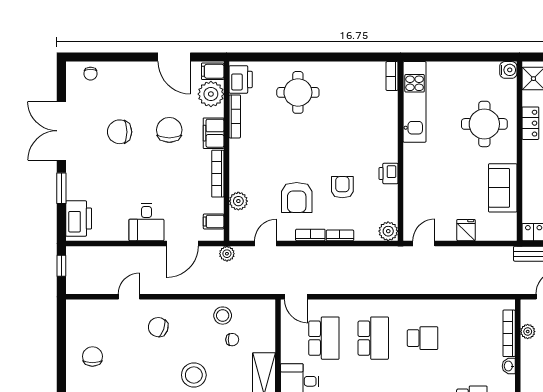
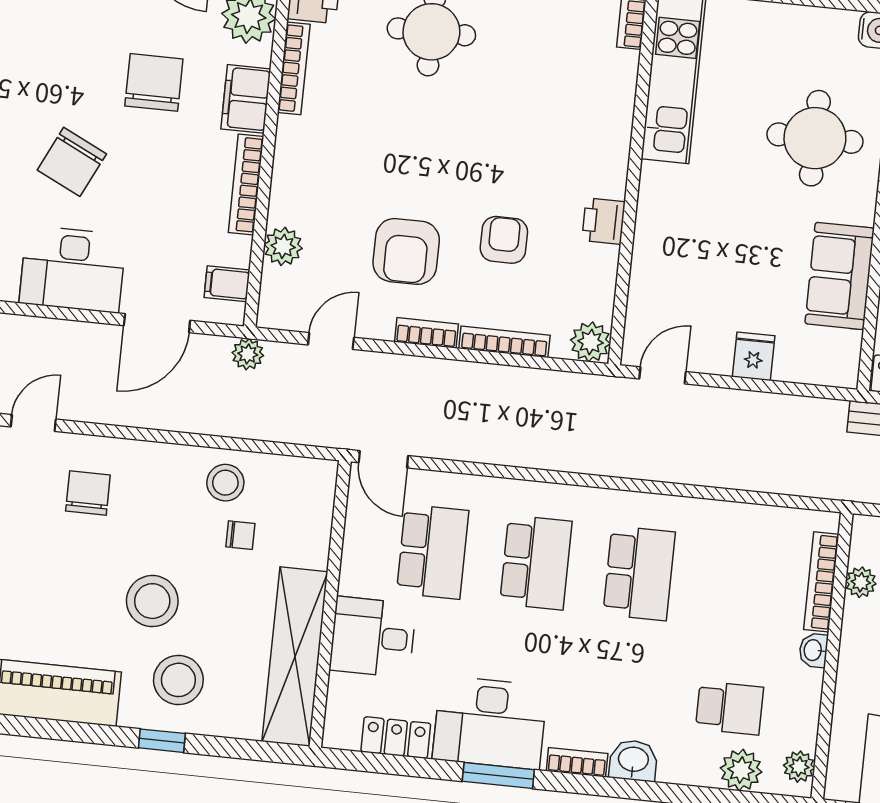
chair: (120, 132) -> (72, 162), moved, turned -64
desk: (146, 222) -> (73, 269), width x1.37
bookcase: (340, 235) -> (504, 342), width x1.56
chair: (158, 327) -> (88, 493), turned 71
school desk: (422, 338) -> (639, 573), width x1.85

